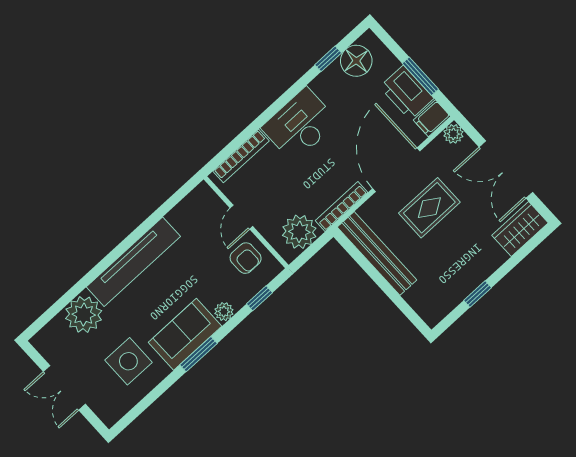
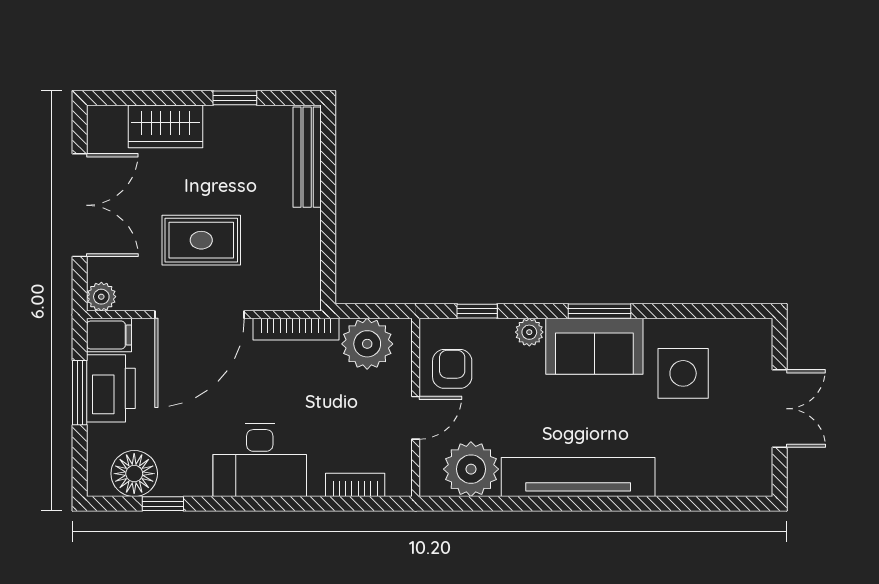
bookcase: (241, 156) -> (355, 485), width x0.64
wardrobe: (520, 229) -> (166, 126), moved
bench: (377, 253) -> (307, 157), moved, width x0.73, depth x0.82
plant: (84, 315) -> (471, 469), moved

